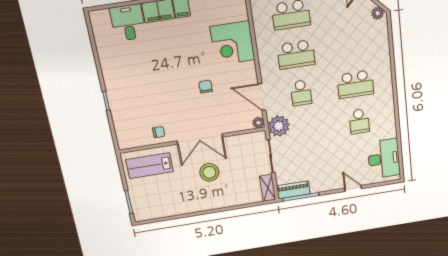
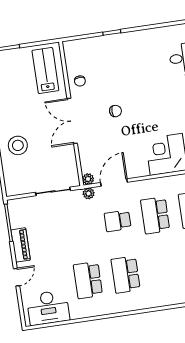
chair: (206, 87) -> (115, 111), moved
school desk: (359, 121) -> (88, 280), width x1.85
plant: (279, 126) -> (89, 193), width x0.53, depth x0.53
stool: (209, 172) -> (18, 145), moved
shelving: (268, 188) -> (19, 189), removed
piano: (293, 190) -> (21, 245), moved

